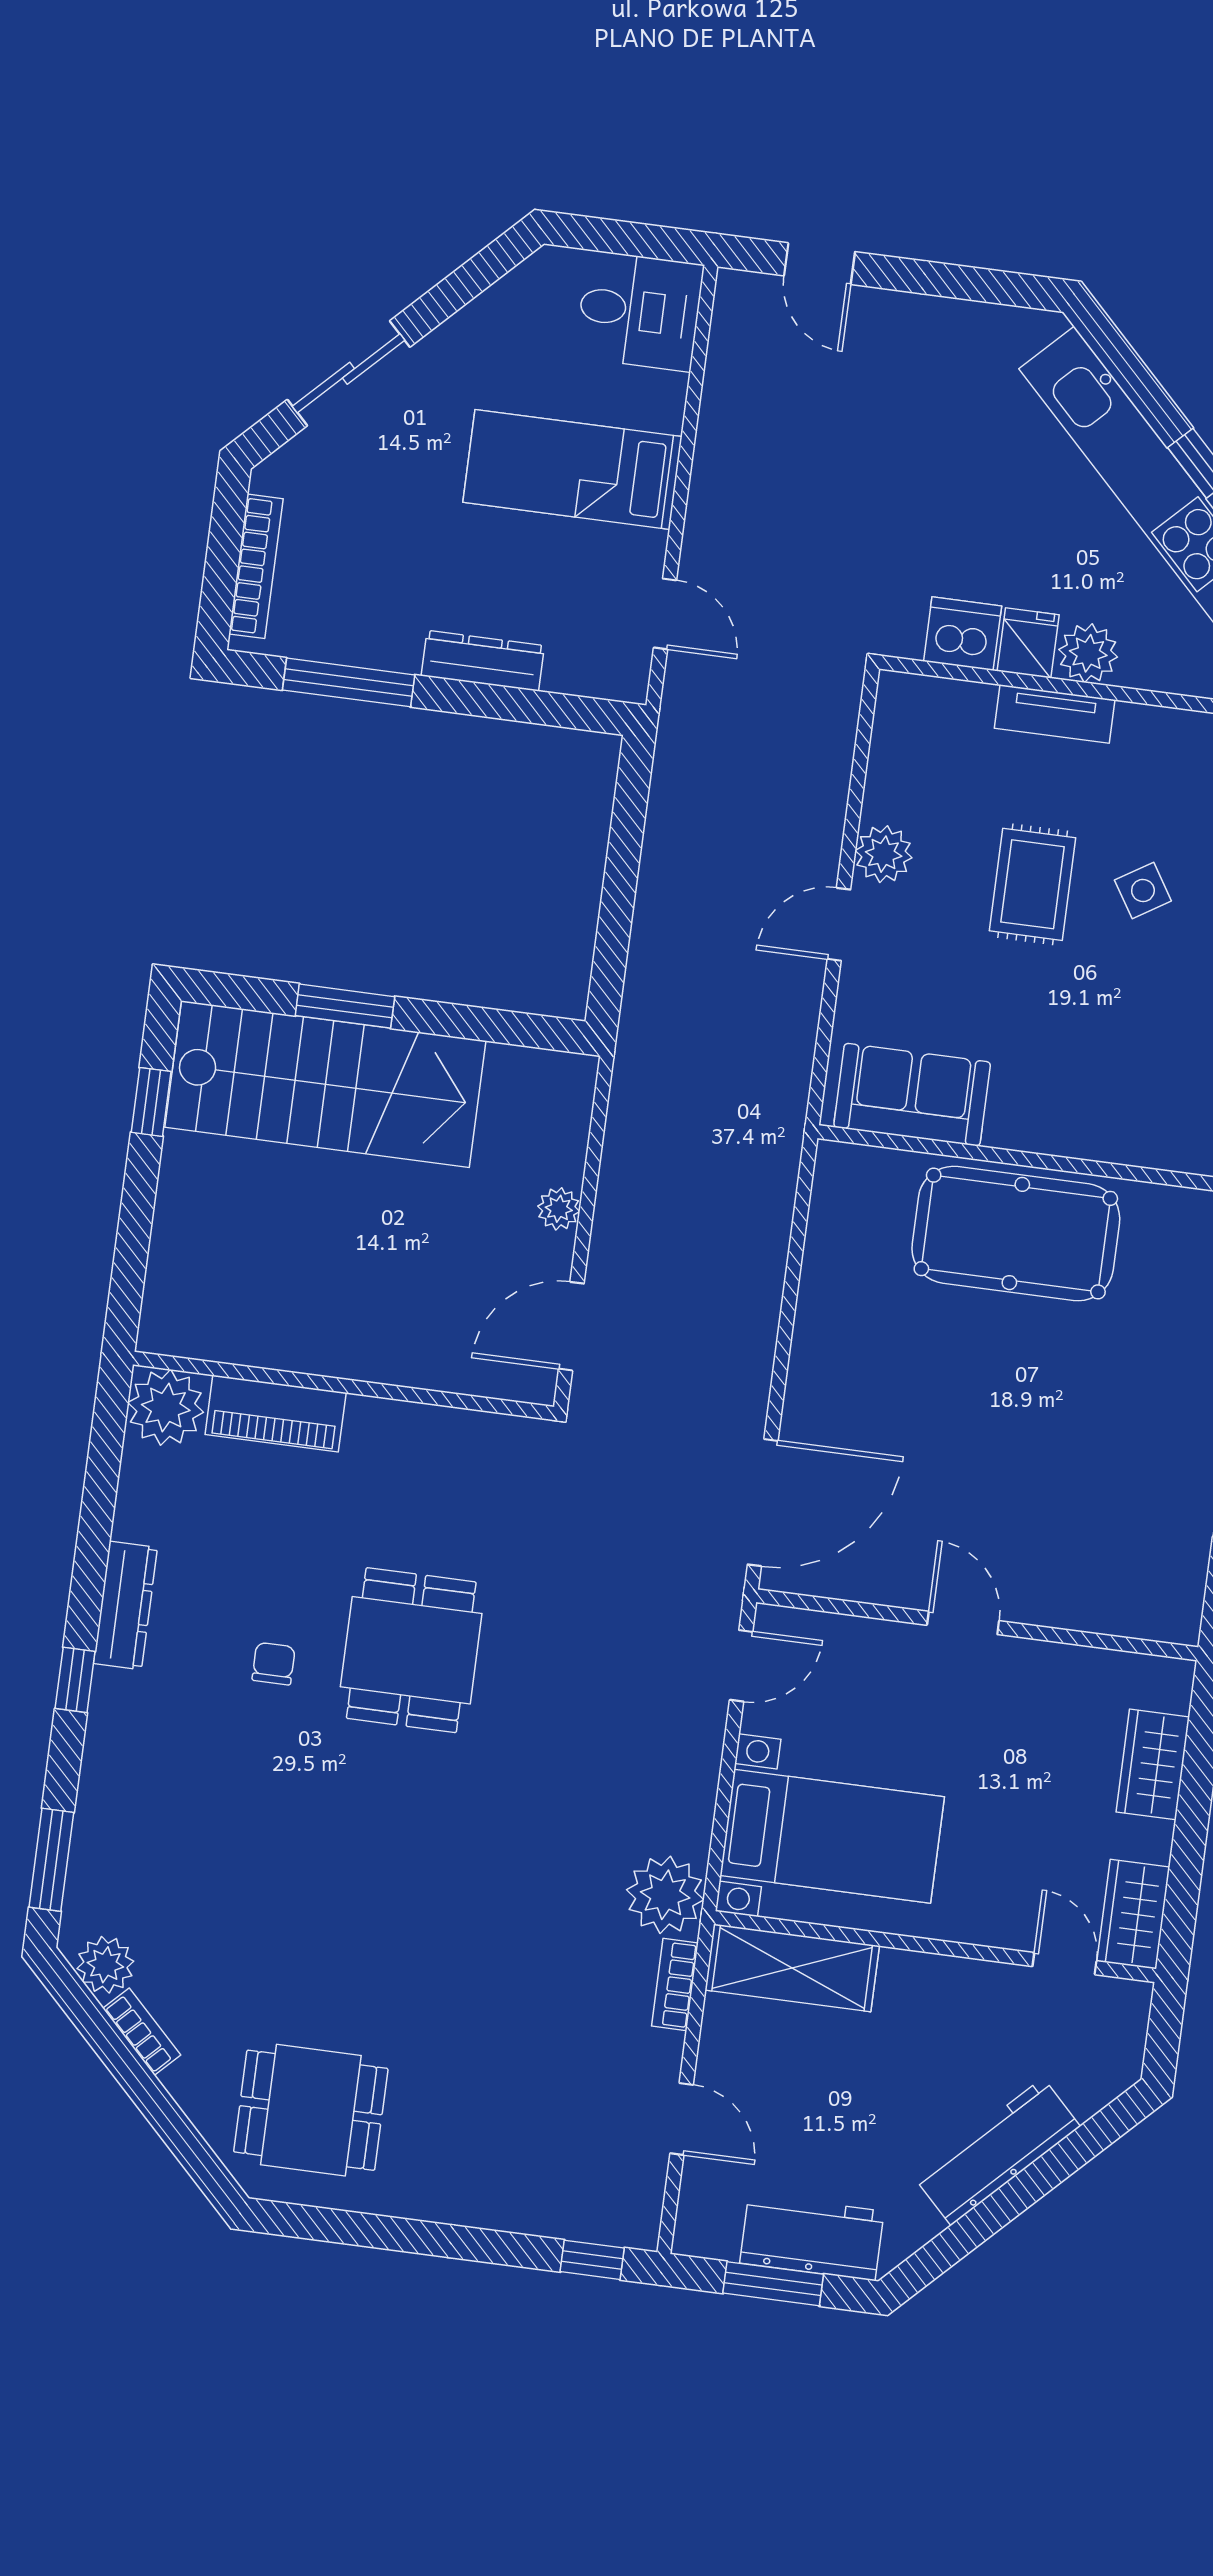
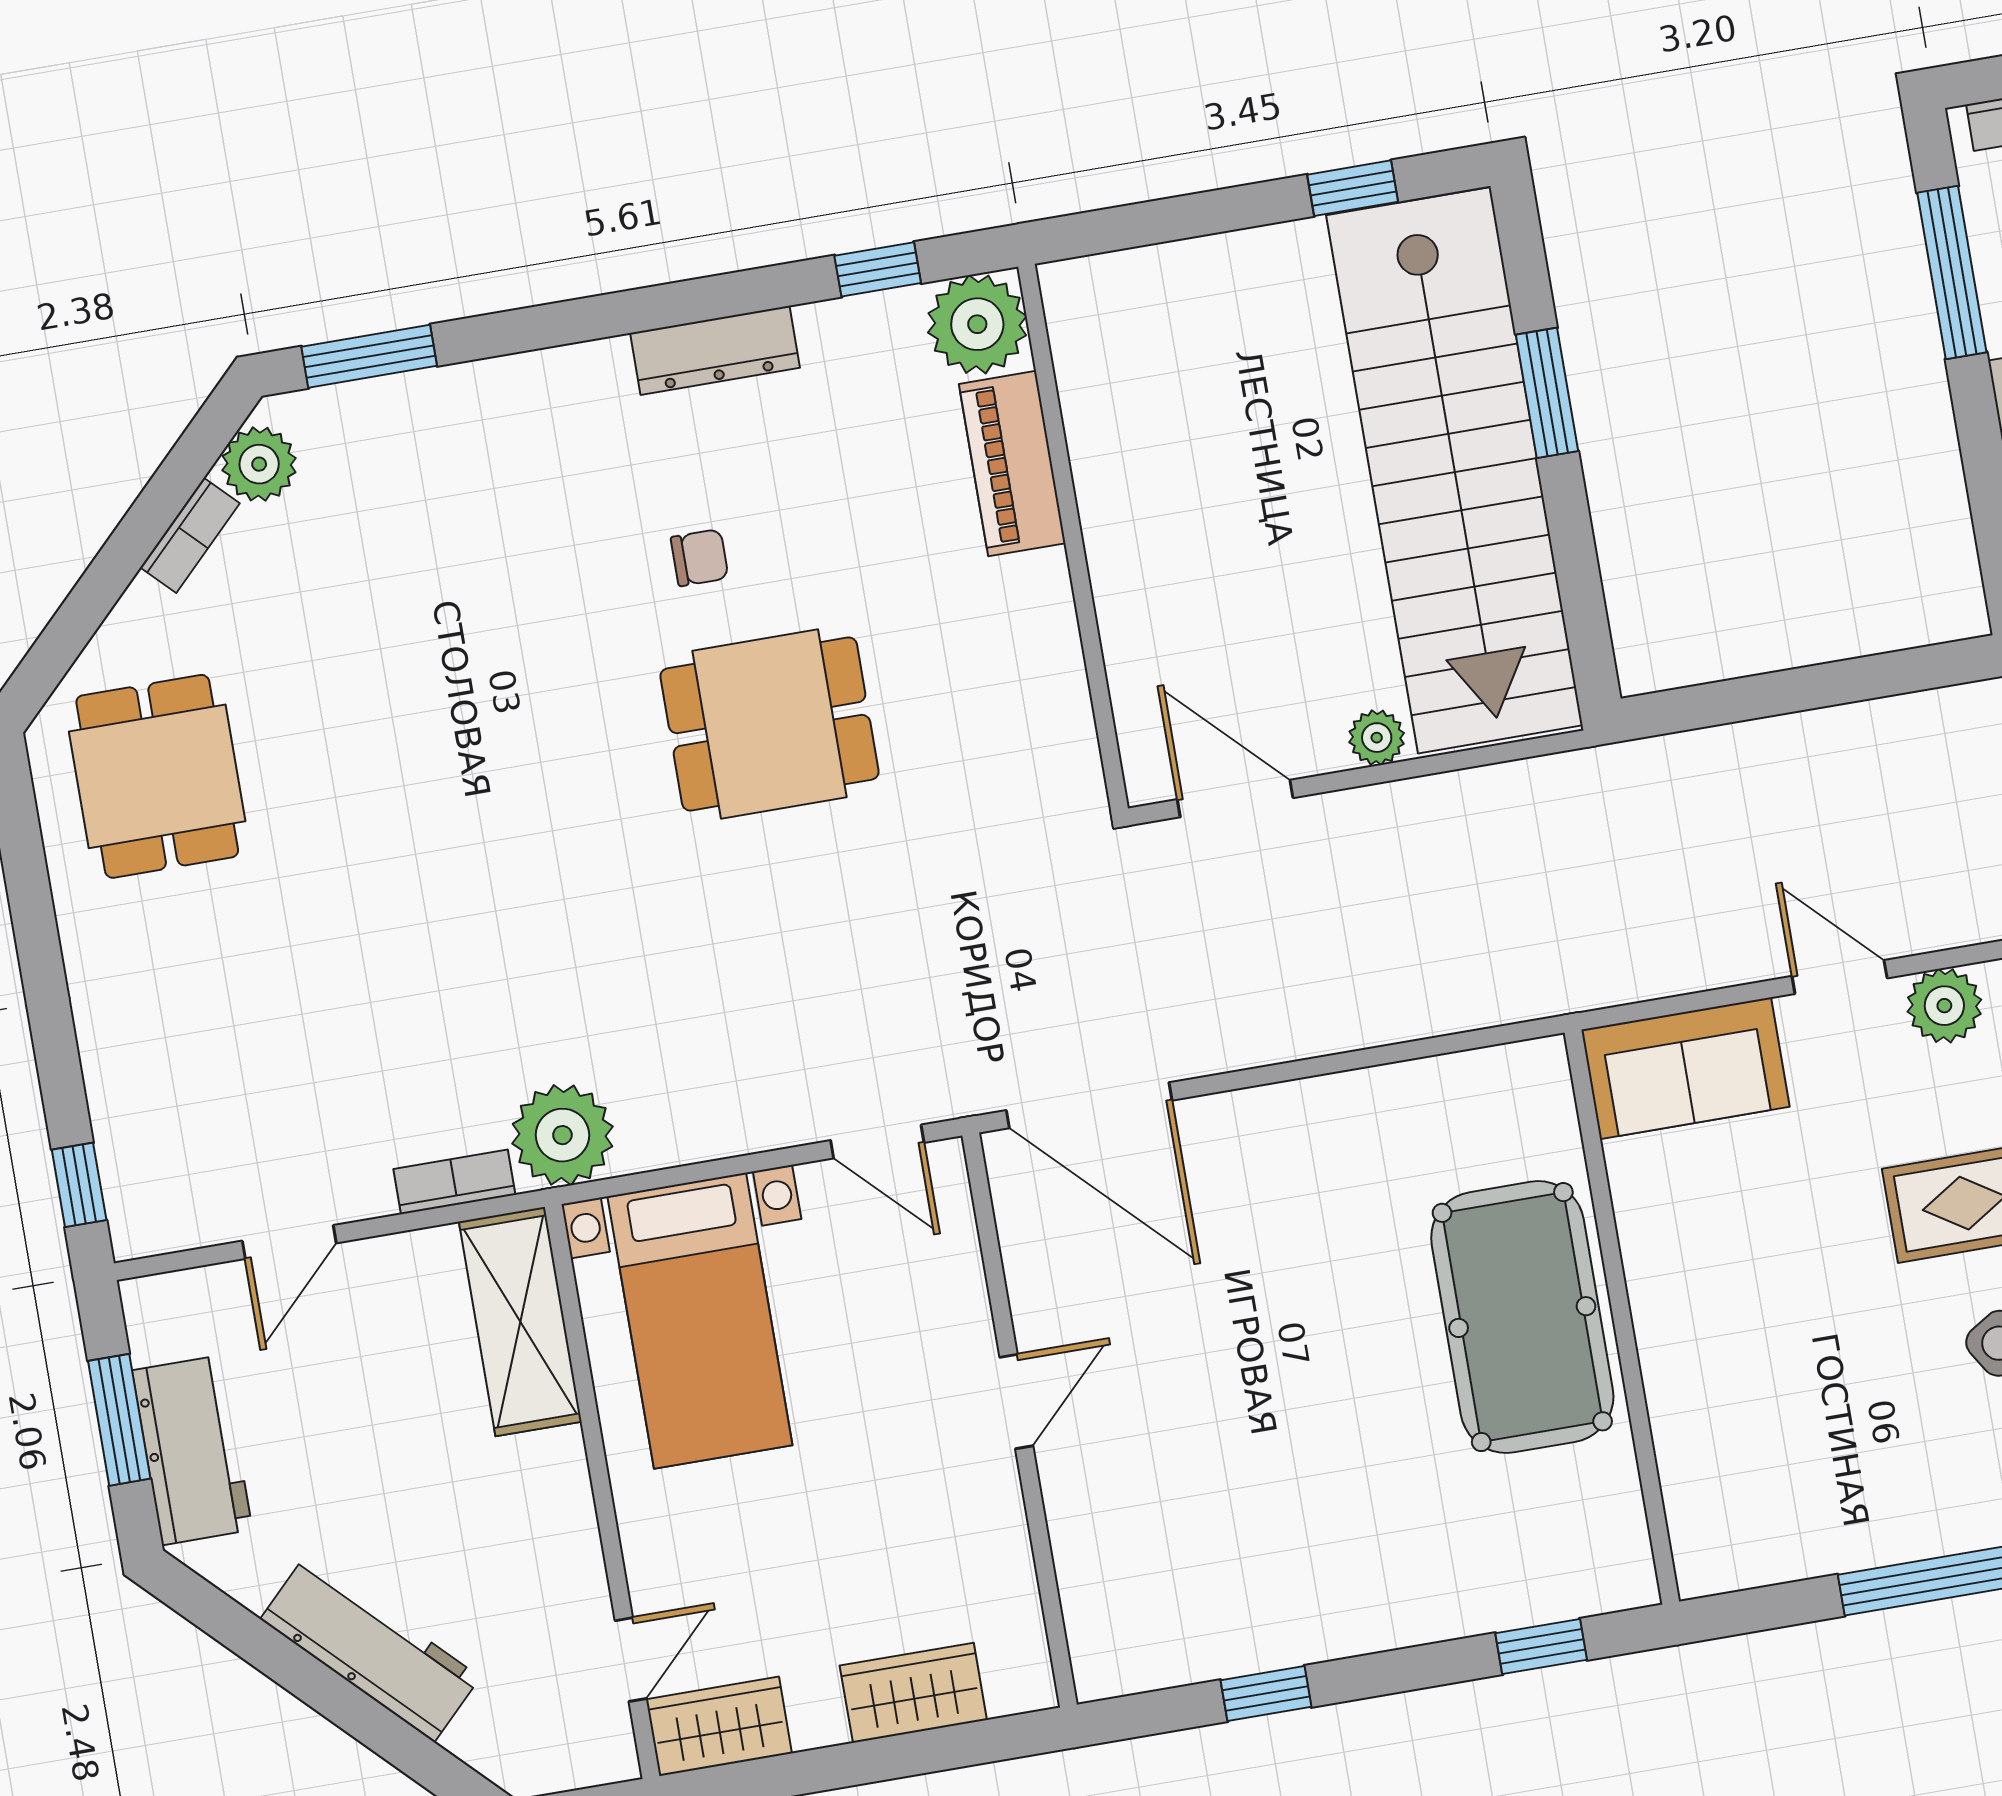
stairs: (325, 1084) -> (1454, 470), width x1.36
sofa: (912, 1095) -> (1685, 1068), moved, turned 90
window: (75, 1680) -> (878, 269), moved

